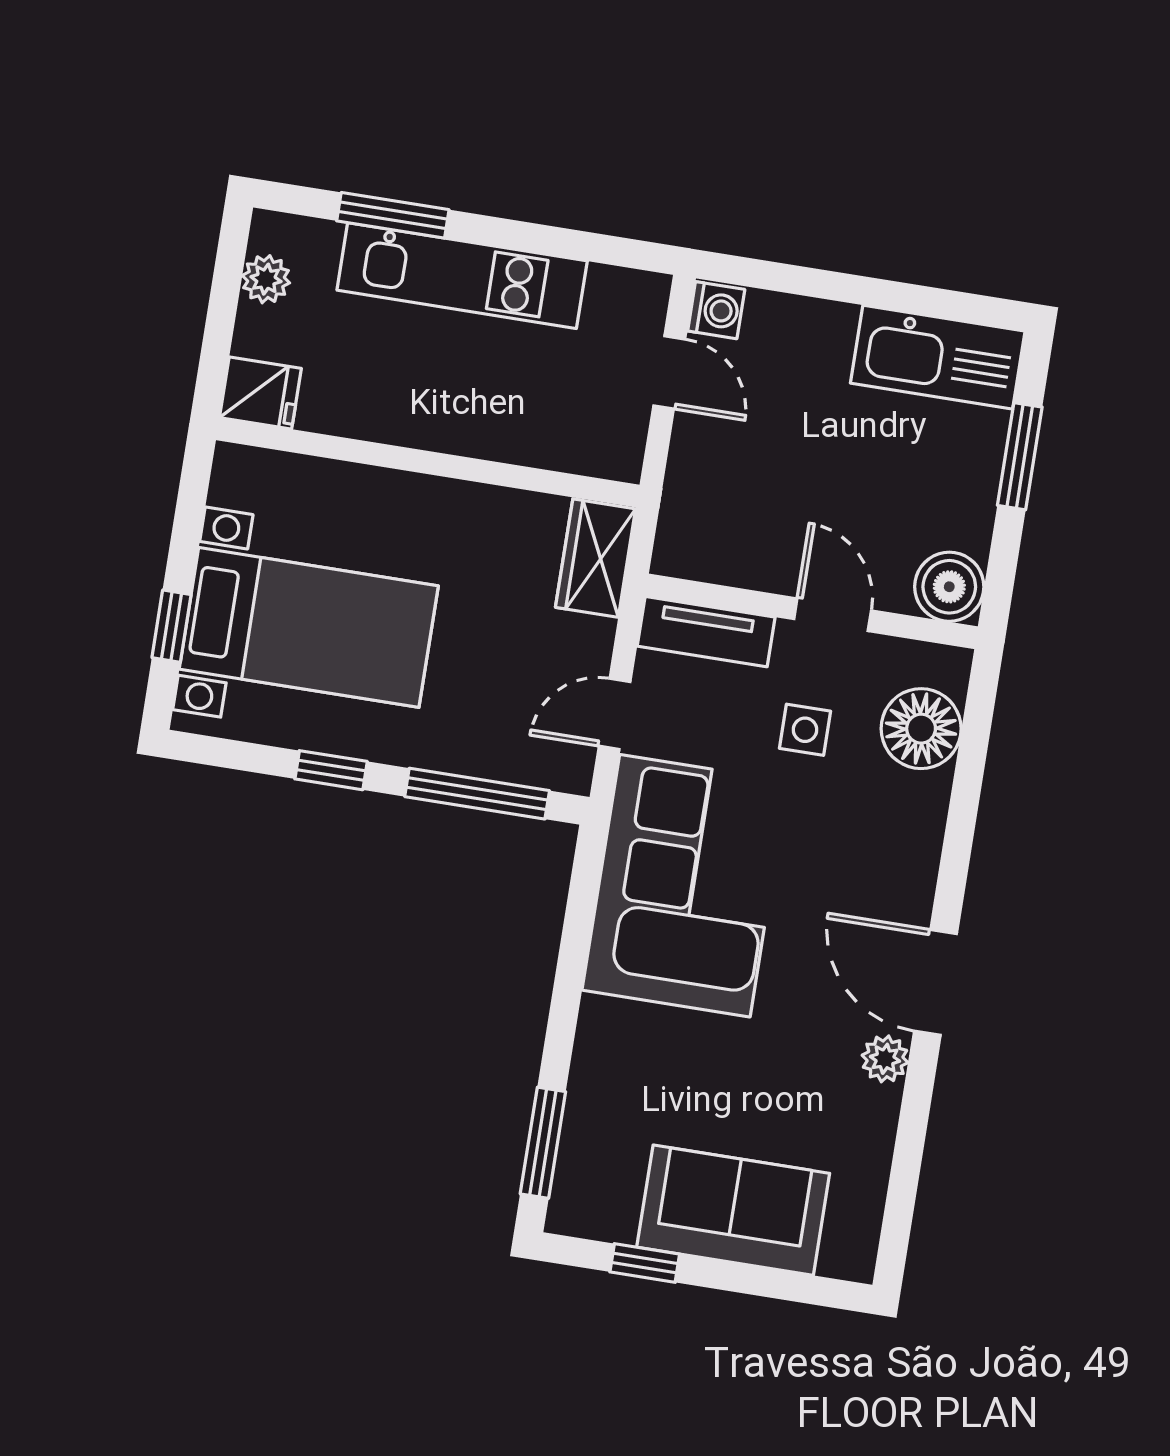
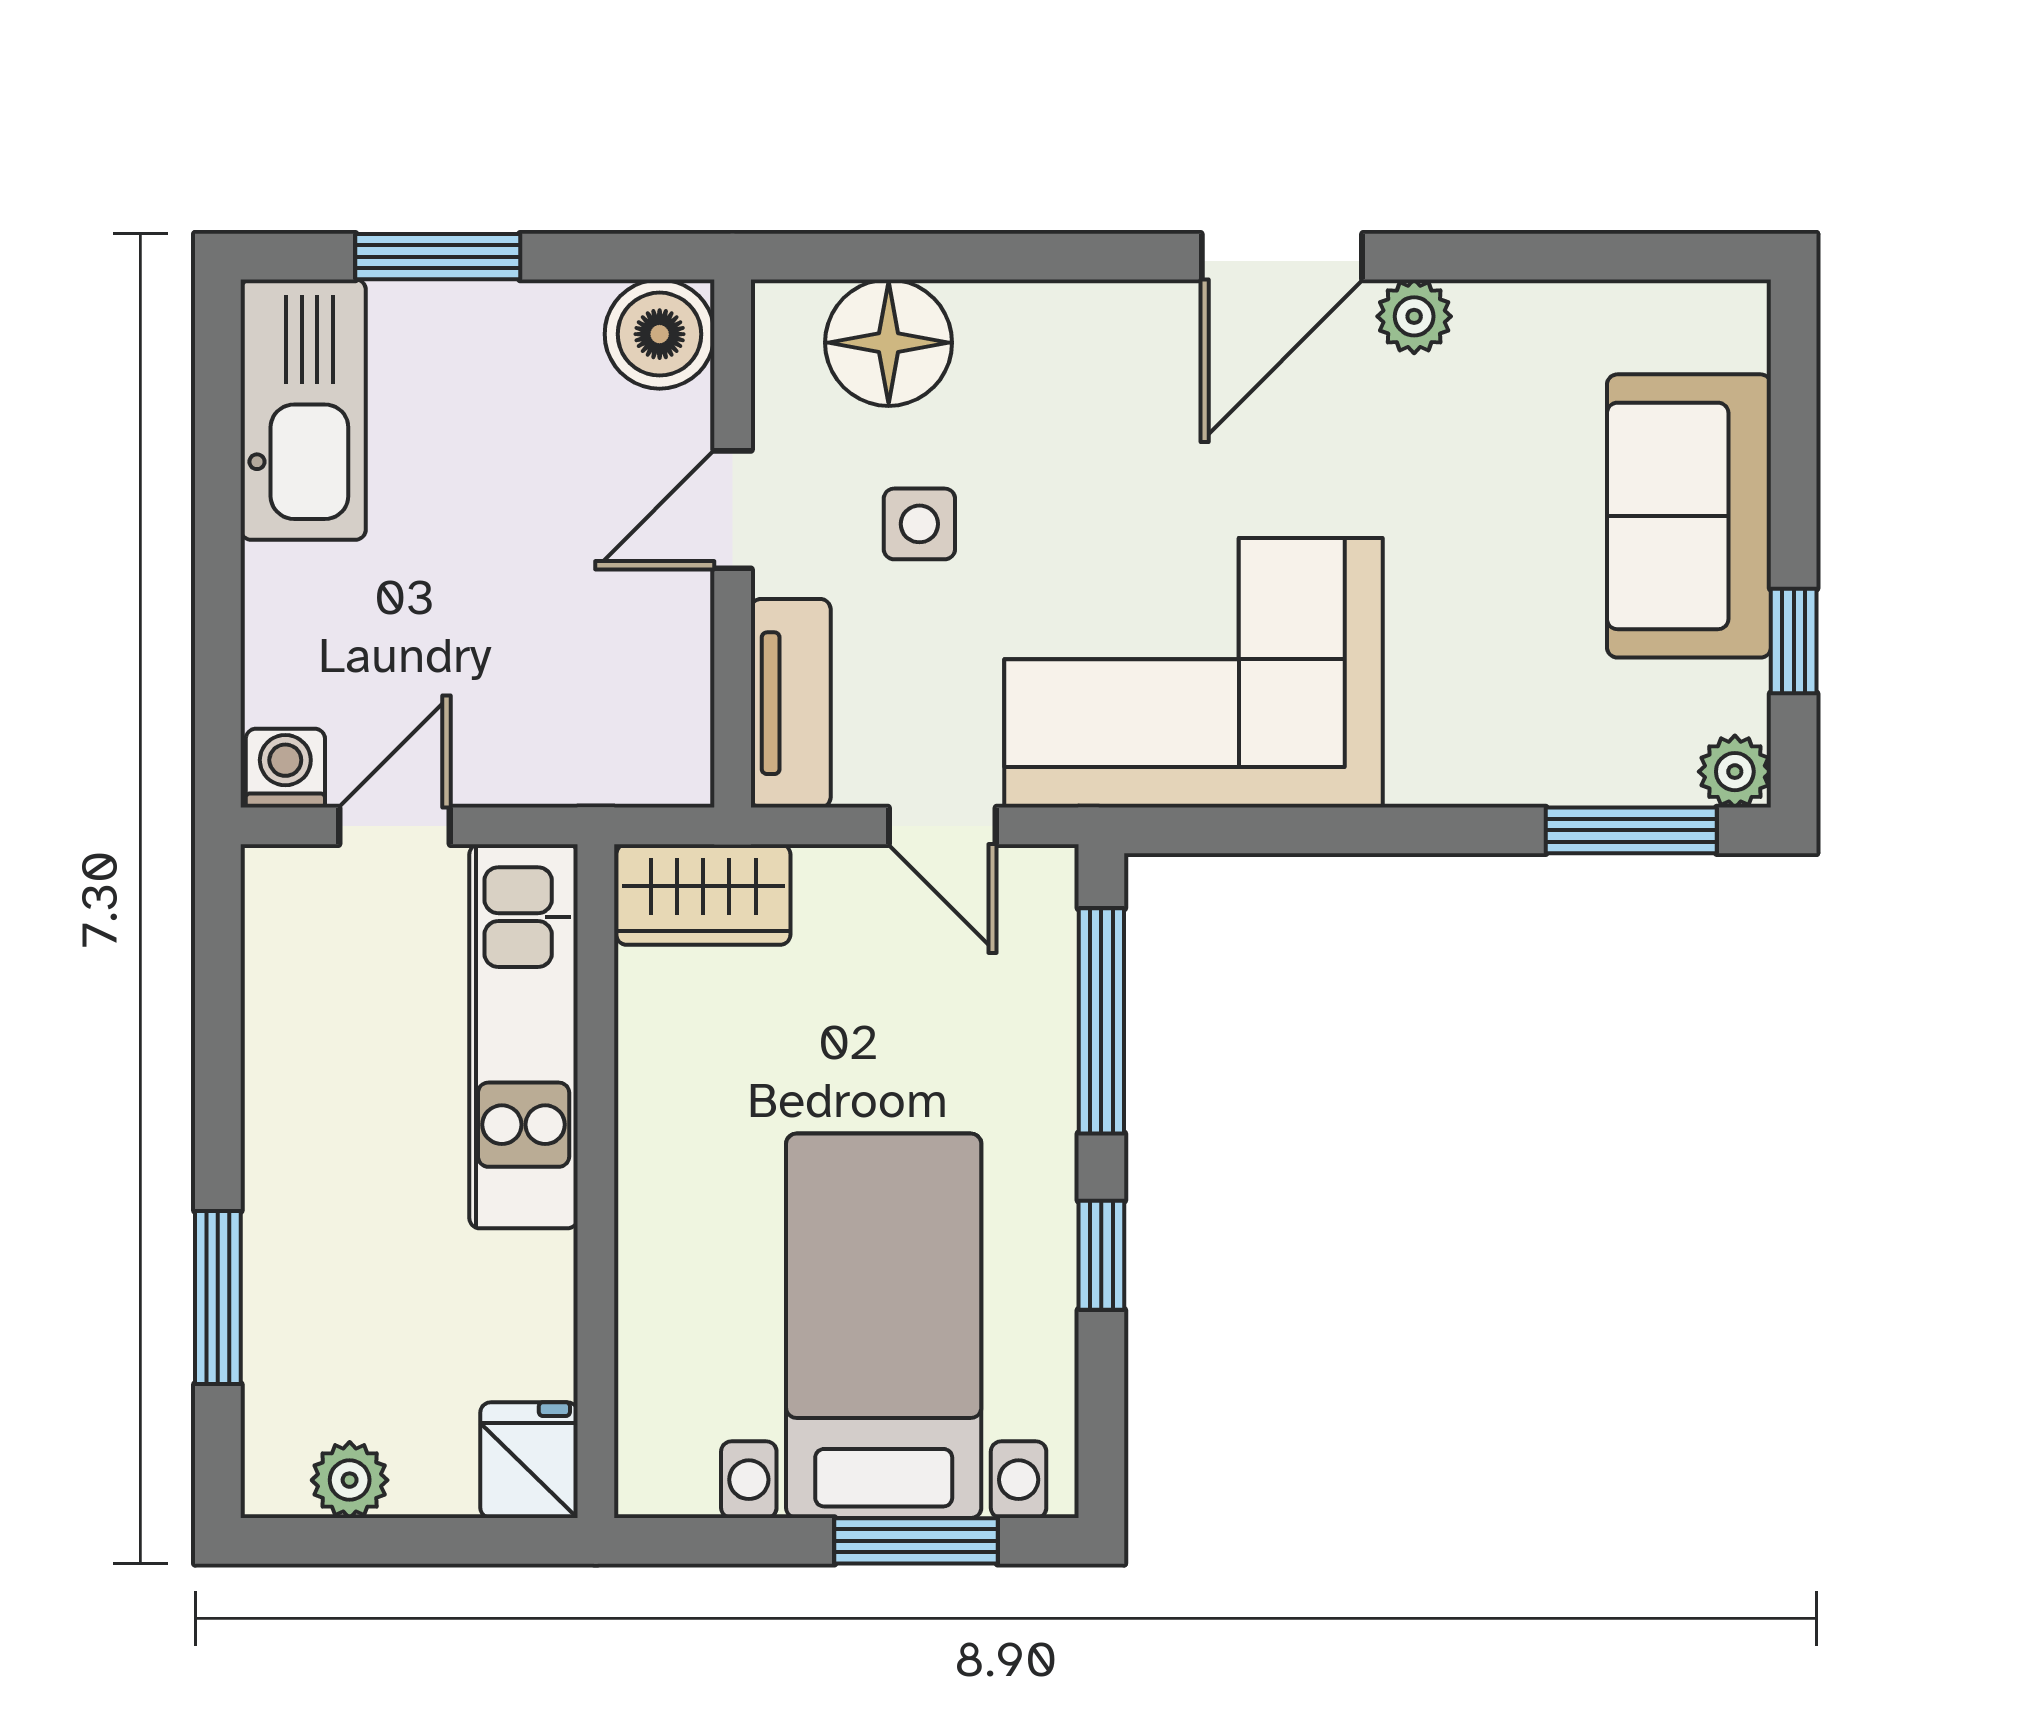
kitchen unit: (462, 276) -> (524, 1036), moved, turned 180
window: (172, 626) -> (916, 1541), width x1.50
plant: (569, 1213) -> (1735, 772), added

